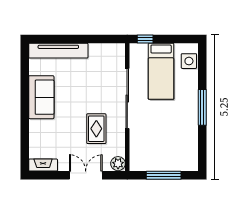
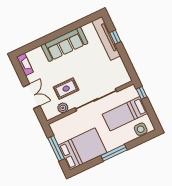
window: (62, 39) -> (115, 37), added
sofa: (41, 97) -> (65, 44), width x1.36
bed: (179, 143) -> (83, 149), added
plant: (118, 164) -> (63, 108), moved

